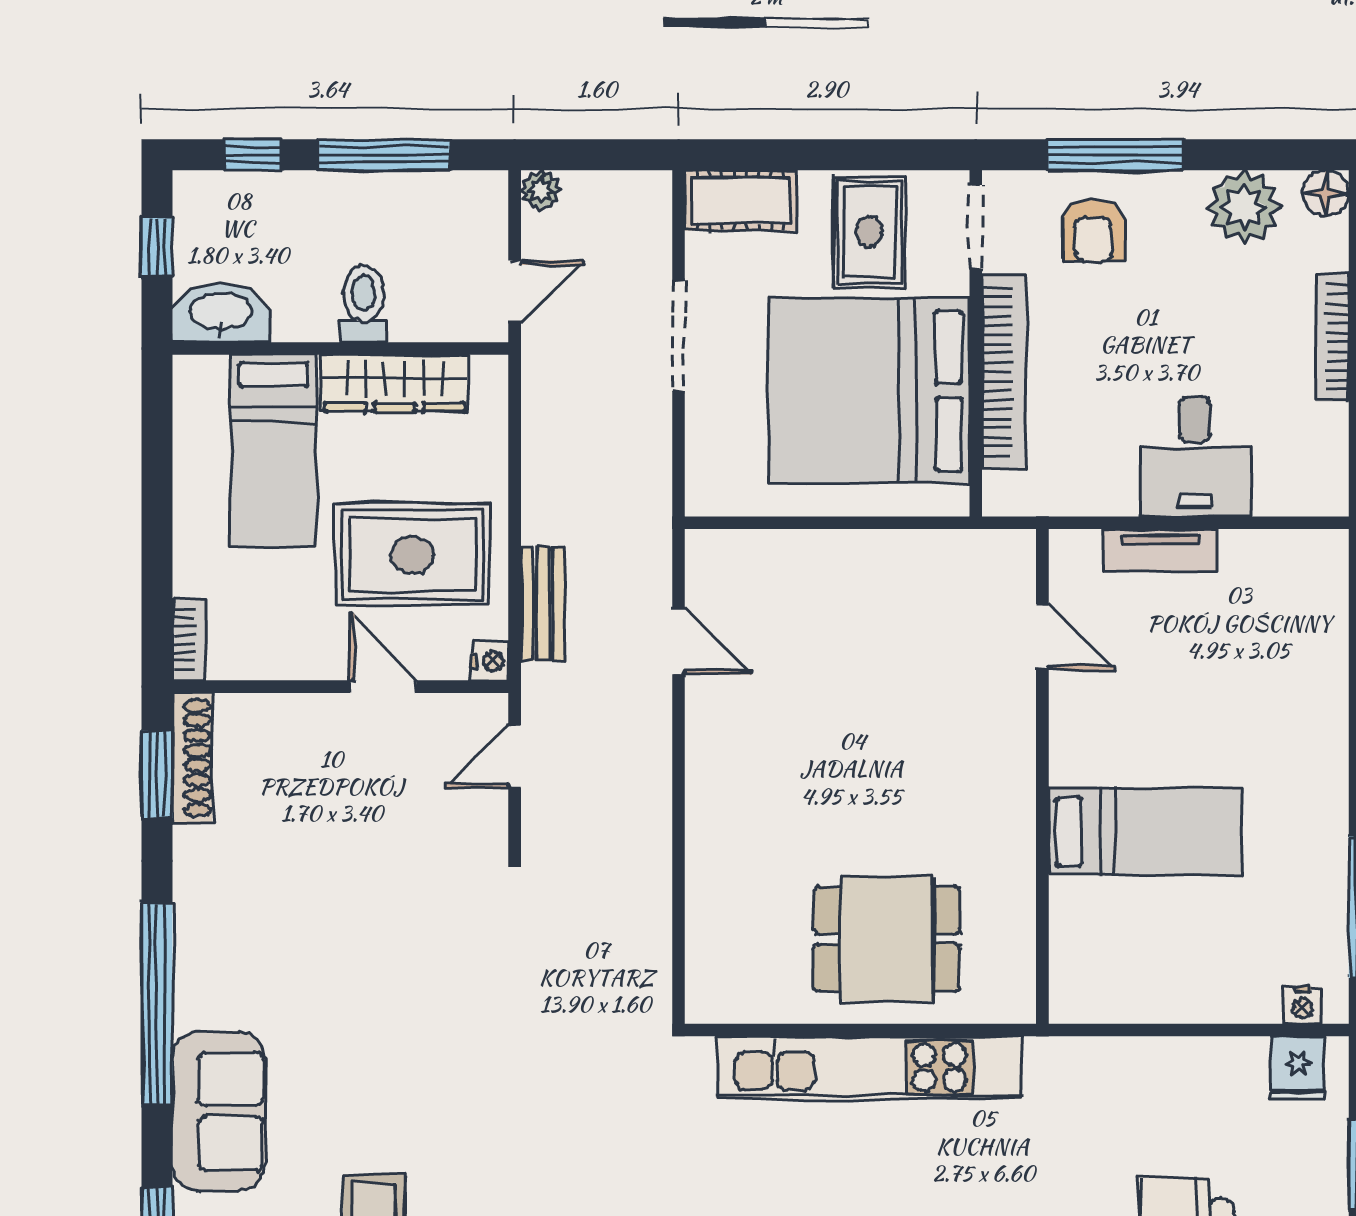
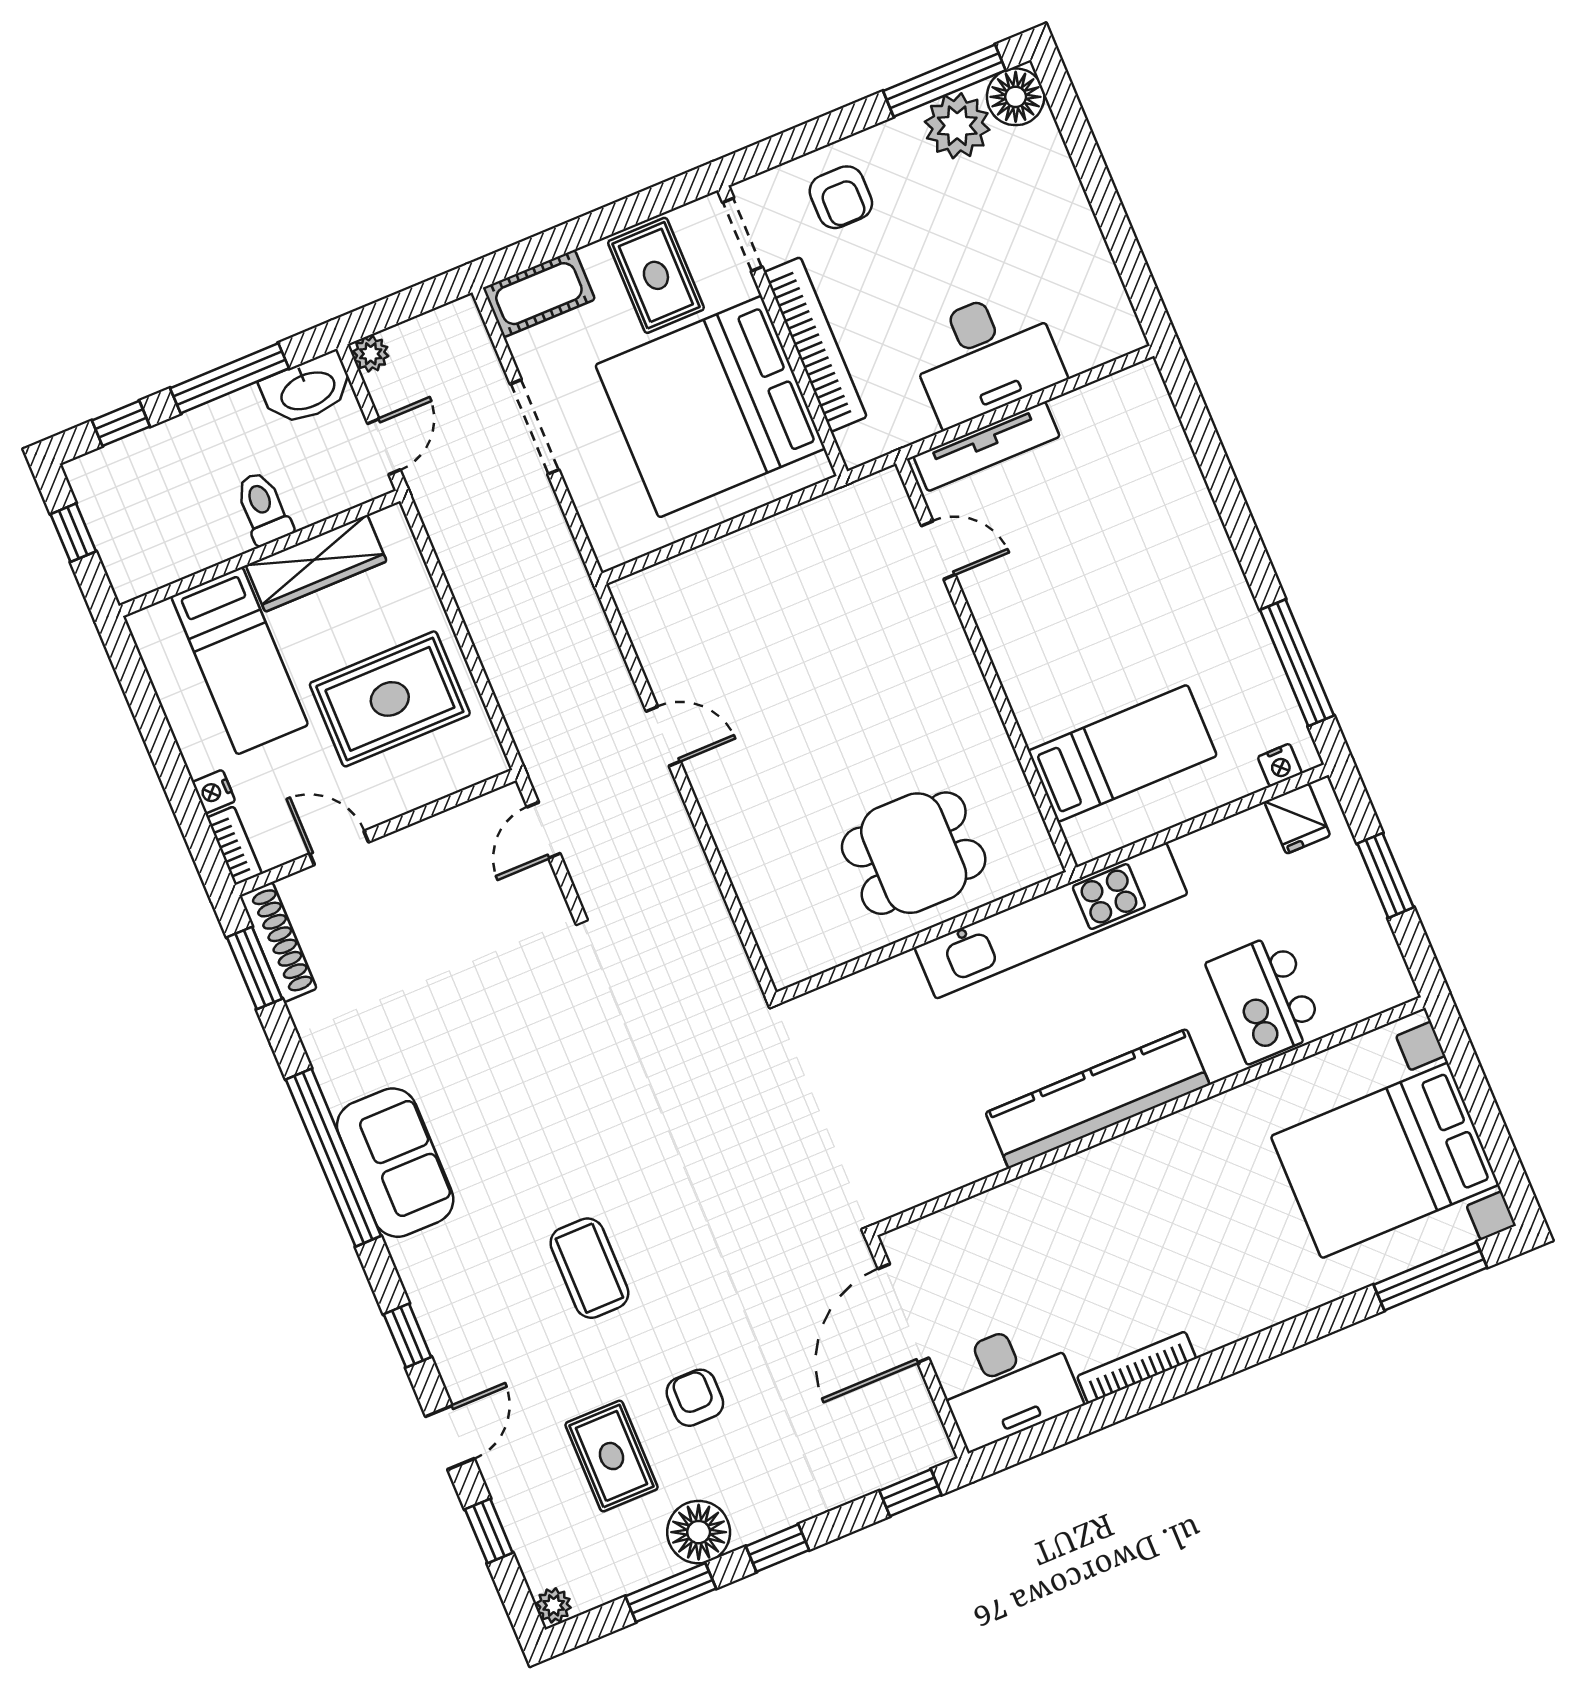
window: (1115, 155) -> (944, 81), moved
floor lamp: (1326, 193) -> (1016, 97), width x1.38, depth x1.38
washbasin: (221, 313) -> (307, 389), moved, turned 180
bookcase: (1332, 337) -> (1075, 203), removed
desk: (1195, 457) -> (985, 356), width x1.37
tv unit: (1160, 550) -> (987, 446), width x1.41
bench: (543, 604) -> (514, 695), removed
door: (679, 641) -> (663, 736), moved
nightstand: (490, 661) -> (214, 792), moved, turned 180
door: (383, 687) -> (339, 848), moved
bed: (1145, 832) -> (1122, 753), moved
kitchen unit: (869, 1068) -> (1051, 921), moved
sofa: (219, 1111) -> (395, 1163), moved

